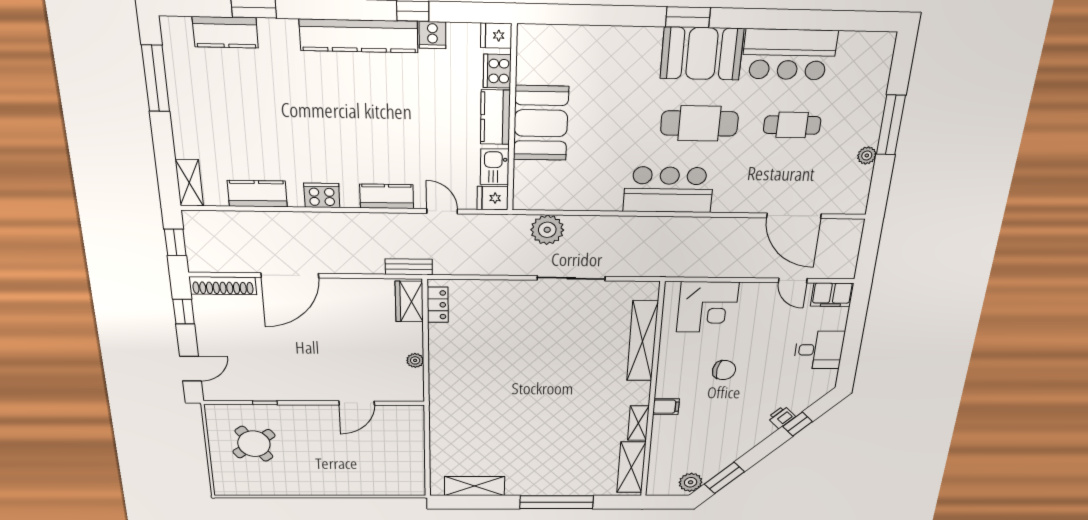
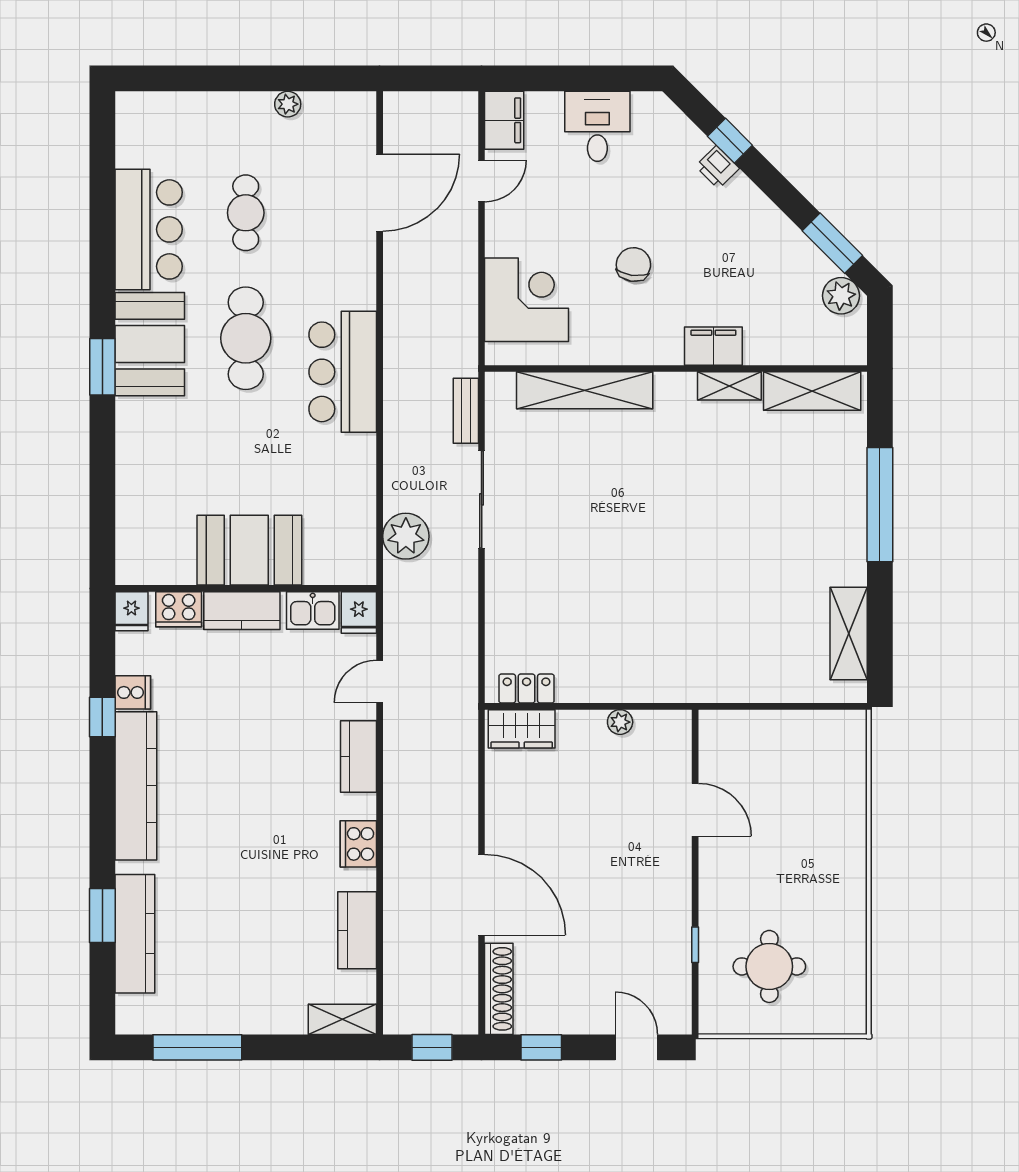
kitchen counter: (225, 32) -> (135, 934), width x1.50
window: (891, 125) -> (243, 78), removed
bench: (409, 267) -> (466, 411), moved
filing cabinet: (666, 407) -> (713, 346), width x2.00
round table: (254, 444) -> (769, 966), turned 36

